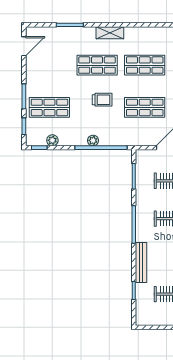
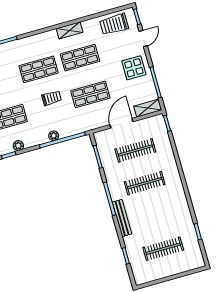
shelving: (110, 33) -> (70, 30), moved
bench: (141, 263) -> (122, 218), moved

